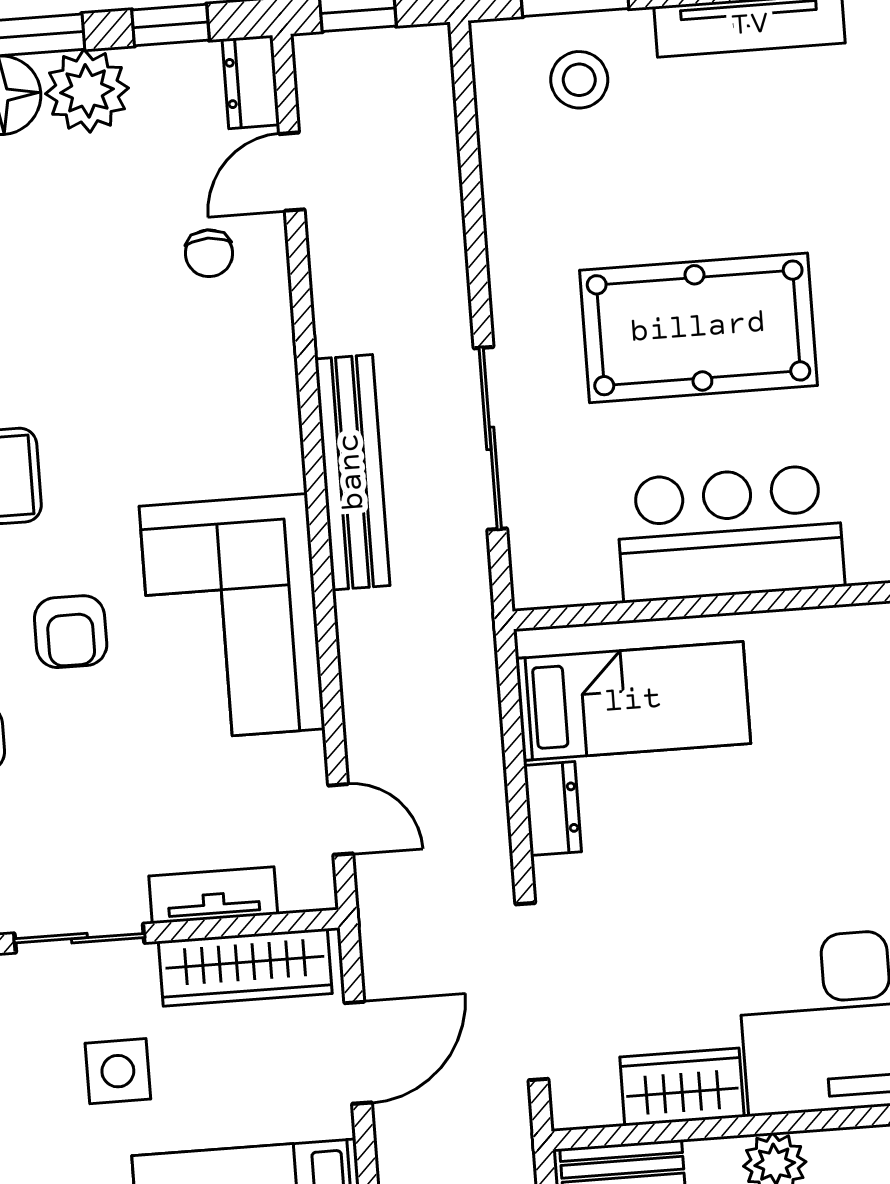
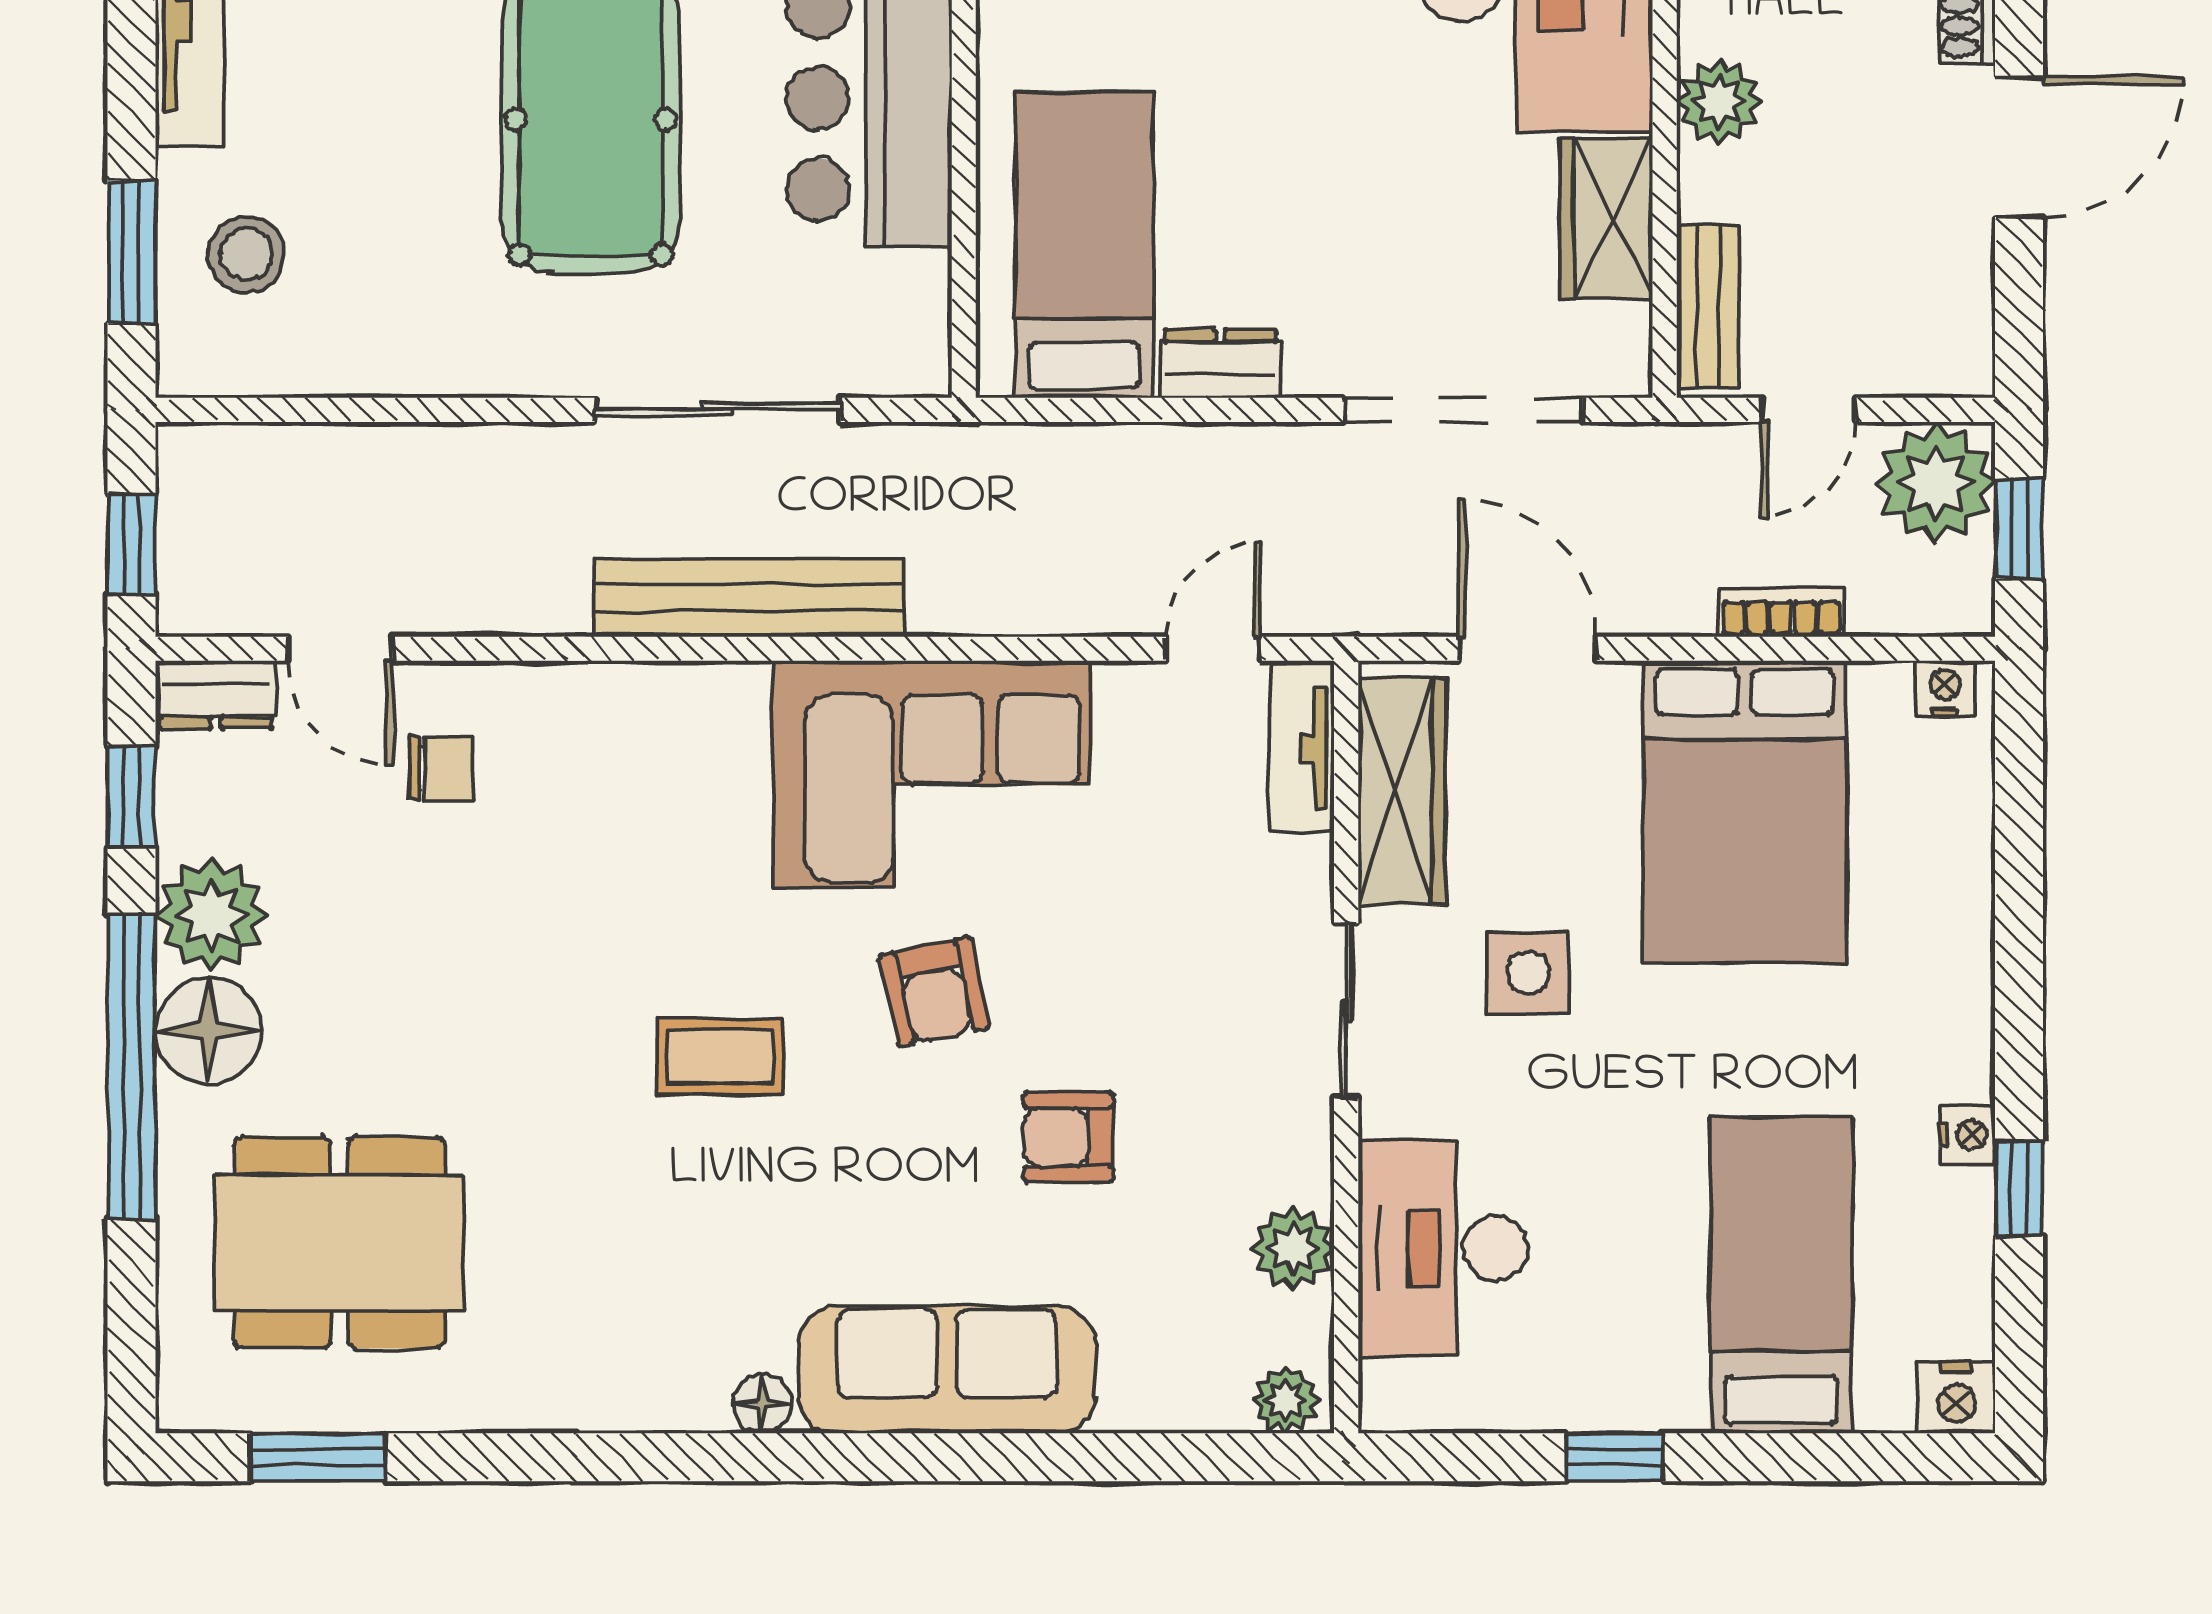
armchair: (71, 632) -> (934, 992), turned 78
tv unit: (213, 895) -> (1302, 748), moved

